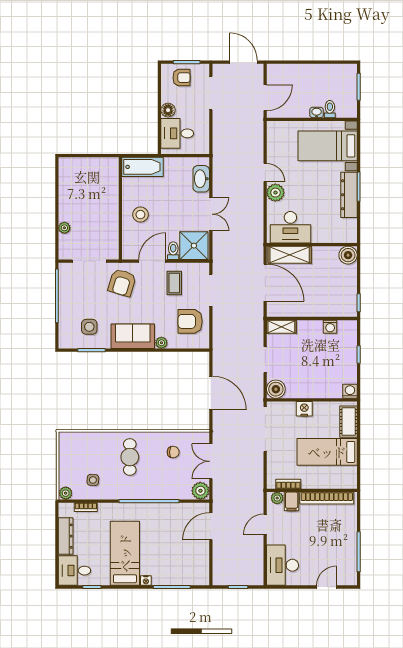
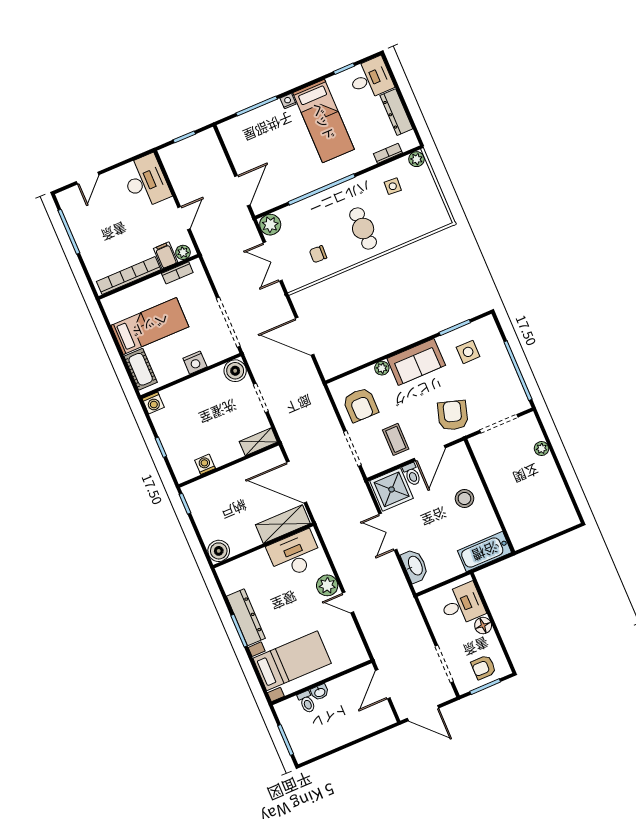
armchair: (190, 321) -> (360, 405), turned 90
double door: (211, 461) -> (273, 261), swing flipped

